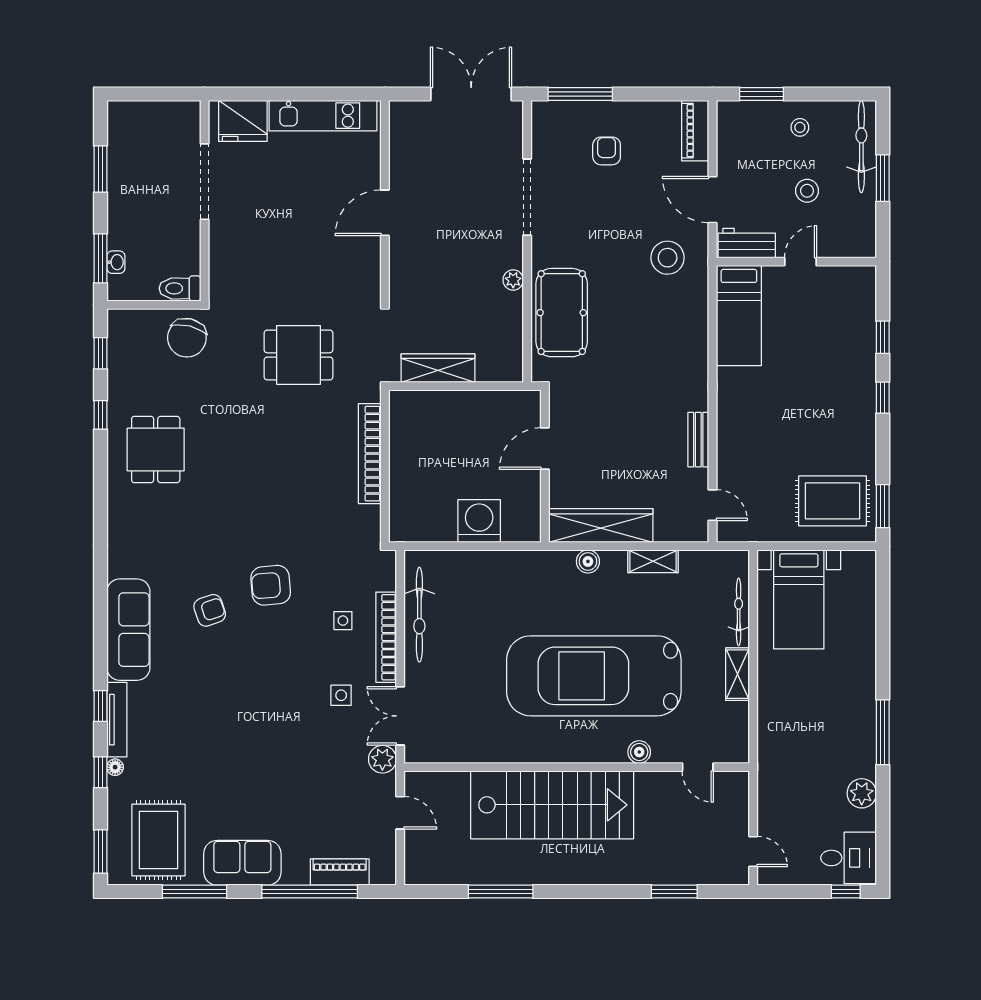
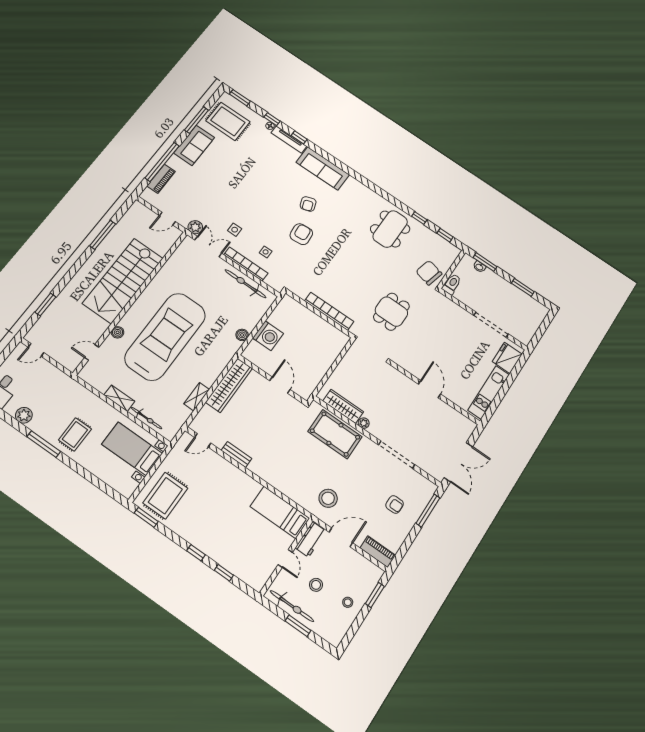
bicycle: (861, 147) -> (292, 606), moved
wardrobe: (438, 368) -> (343, 406), moved, turned -90
dining table: (156, 449) -> (390, 229), width x1.38
boiler: (588, 561) -> (242, 335), moved
rug: (837, 698) -> (75, 434), added

